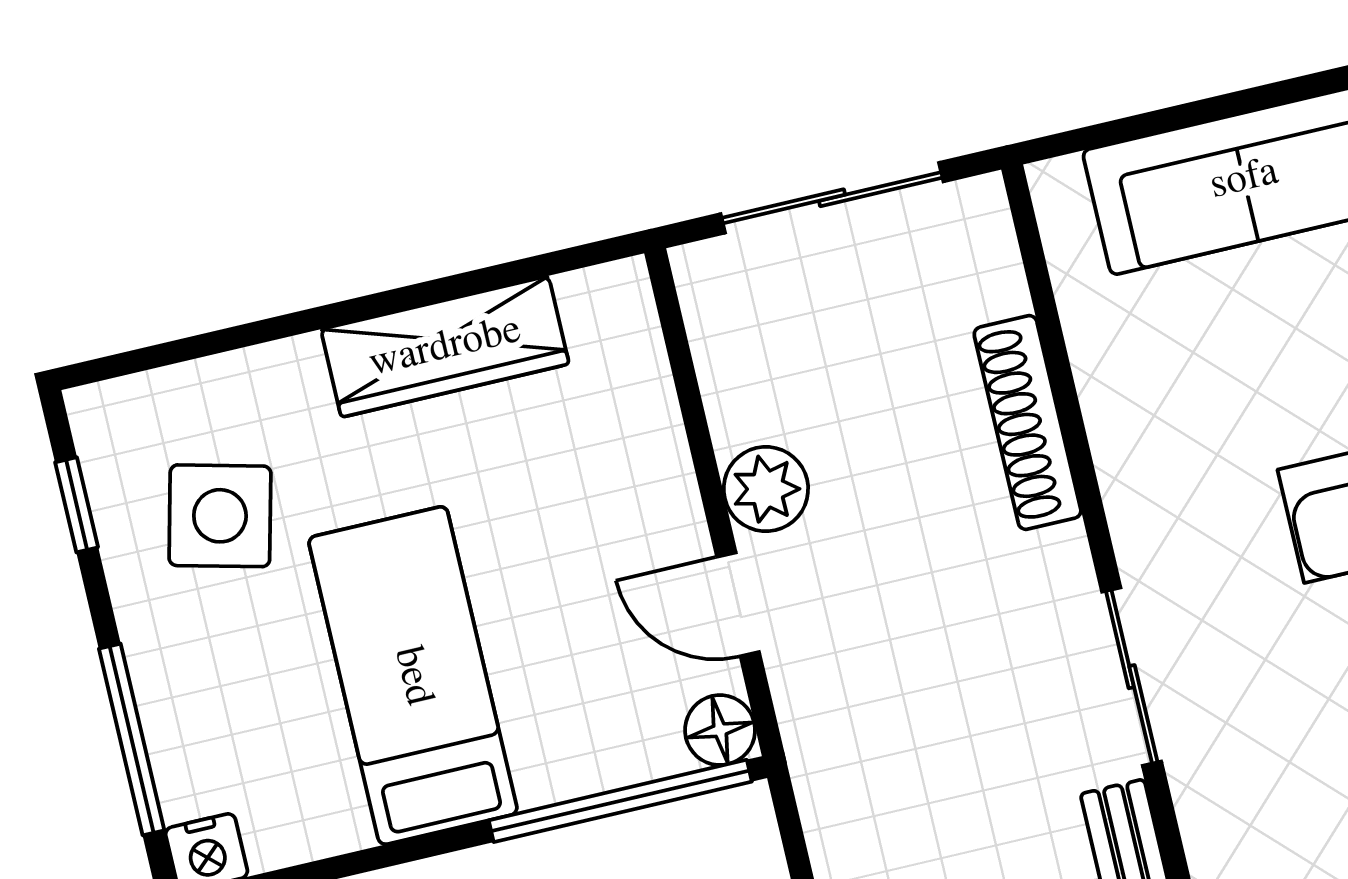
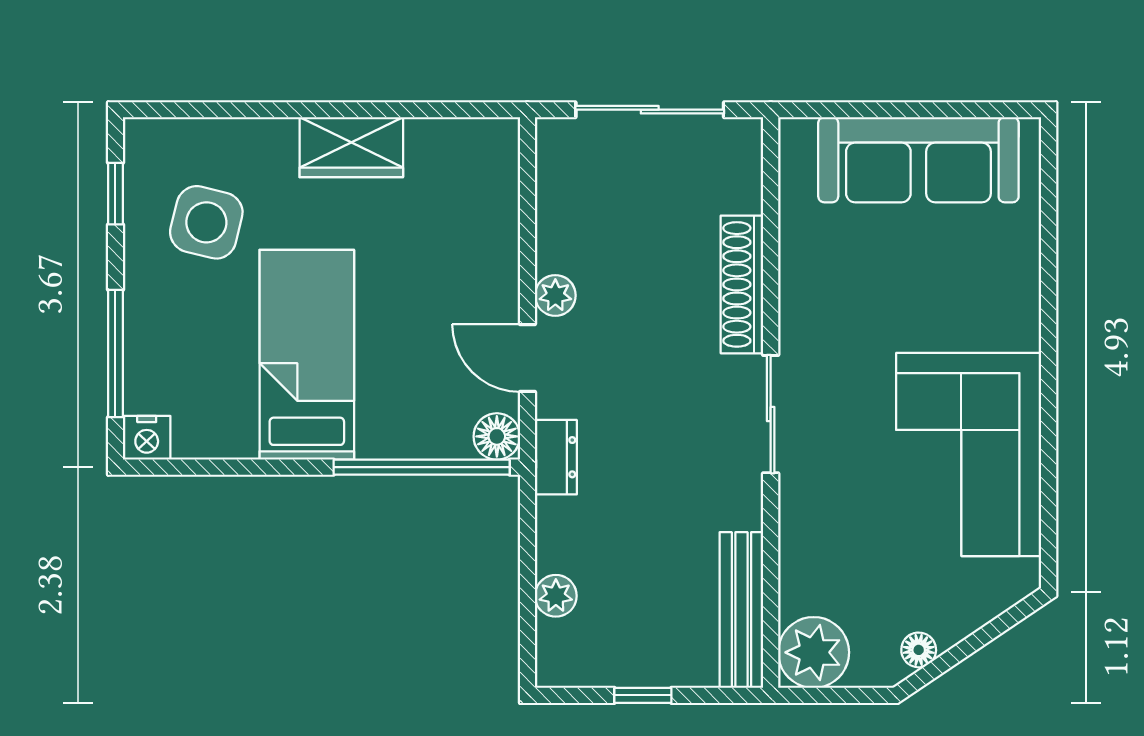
wardrobe: (445, 347) -> (351, 147), width x0.67
plant: (766, 489) -> (555, 295), width x0.73, depth x0.73
sliding door: (1132, 677) -> (771, 414), moved
dresser: (814, 740) -> (556, 457), added

